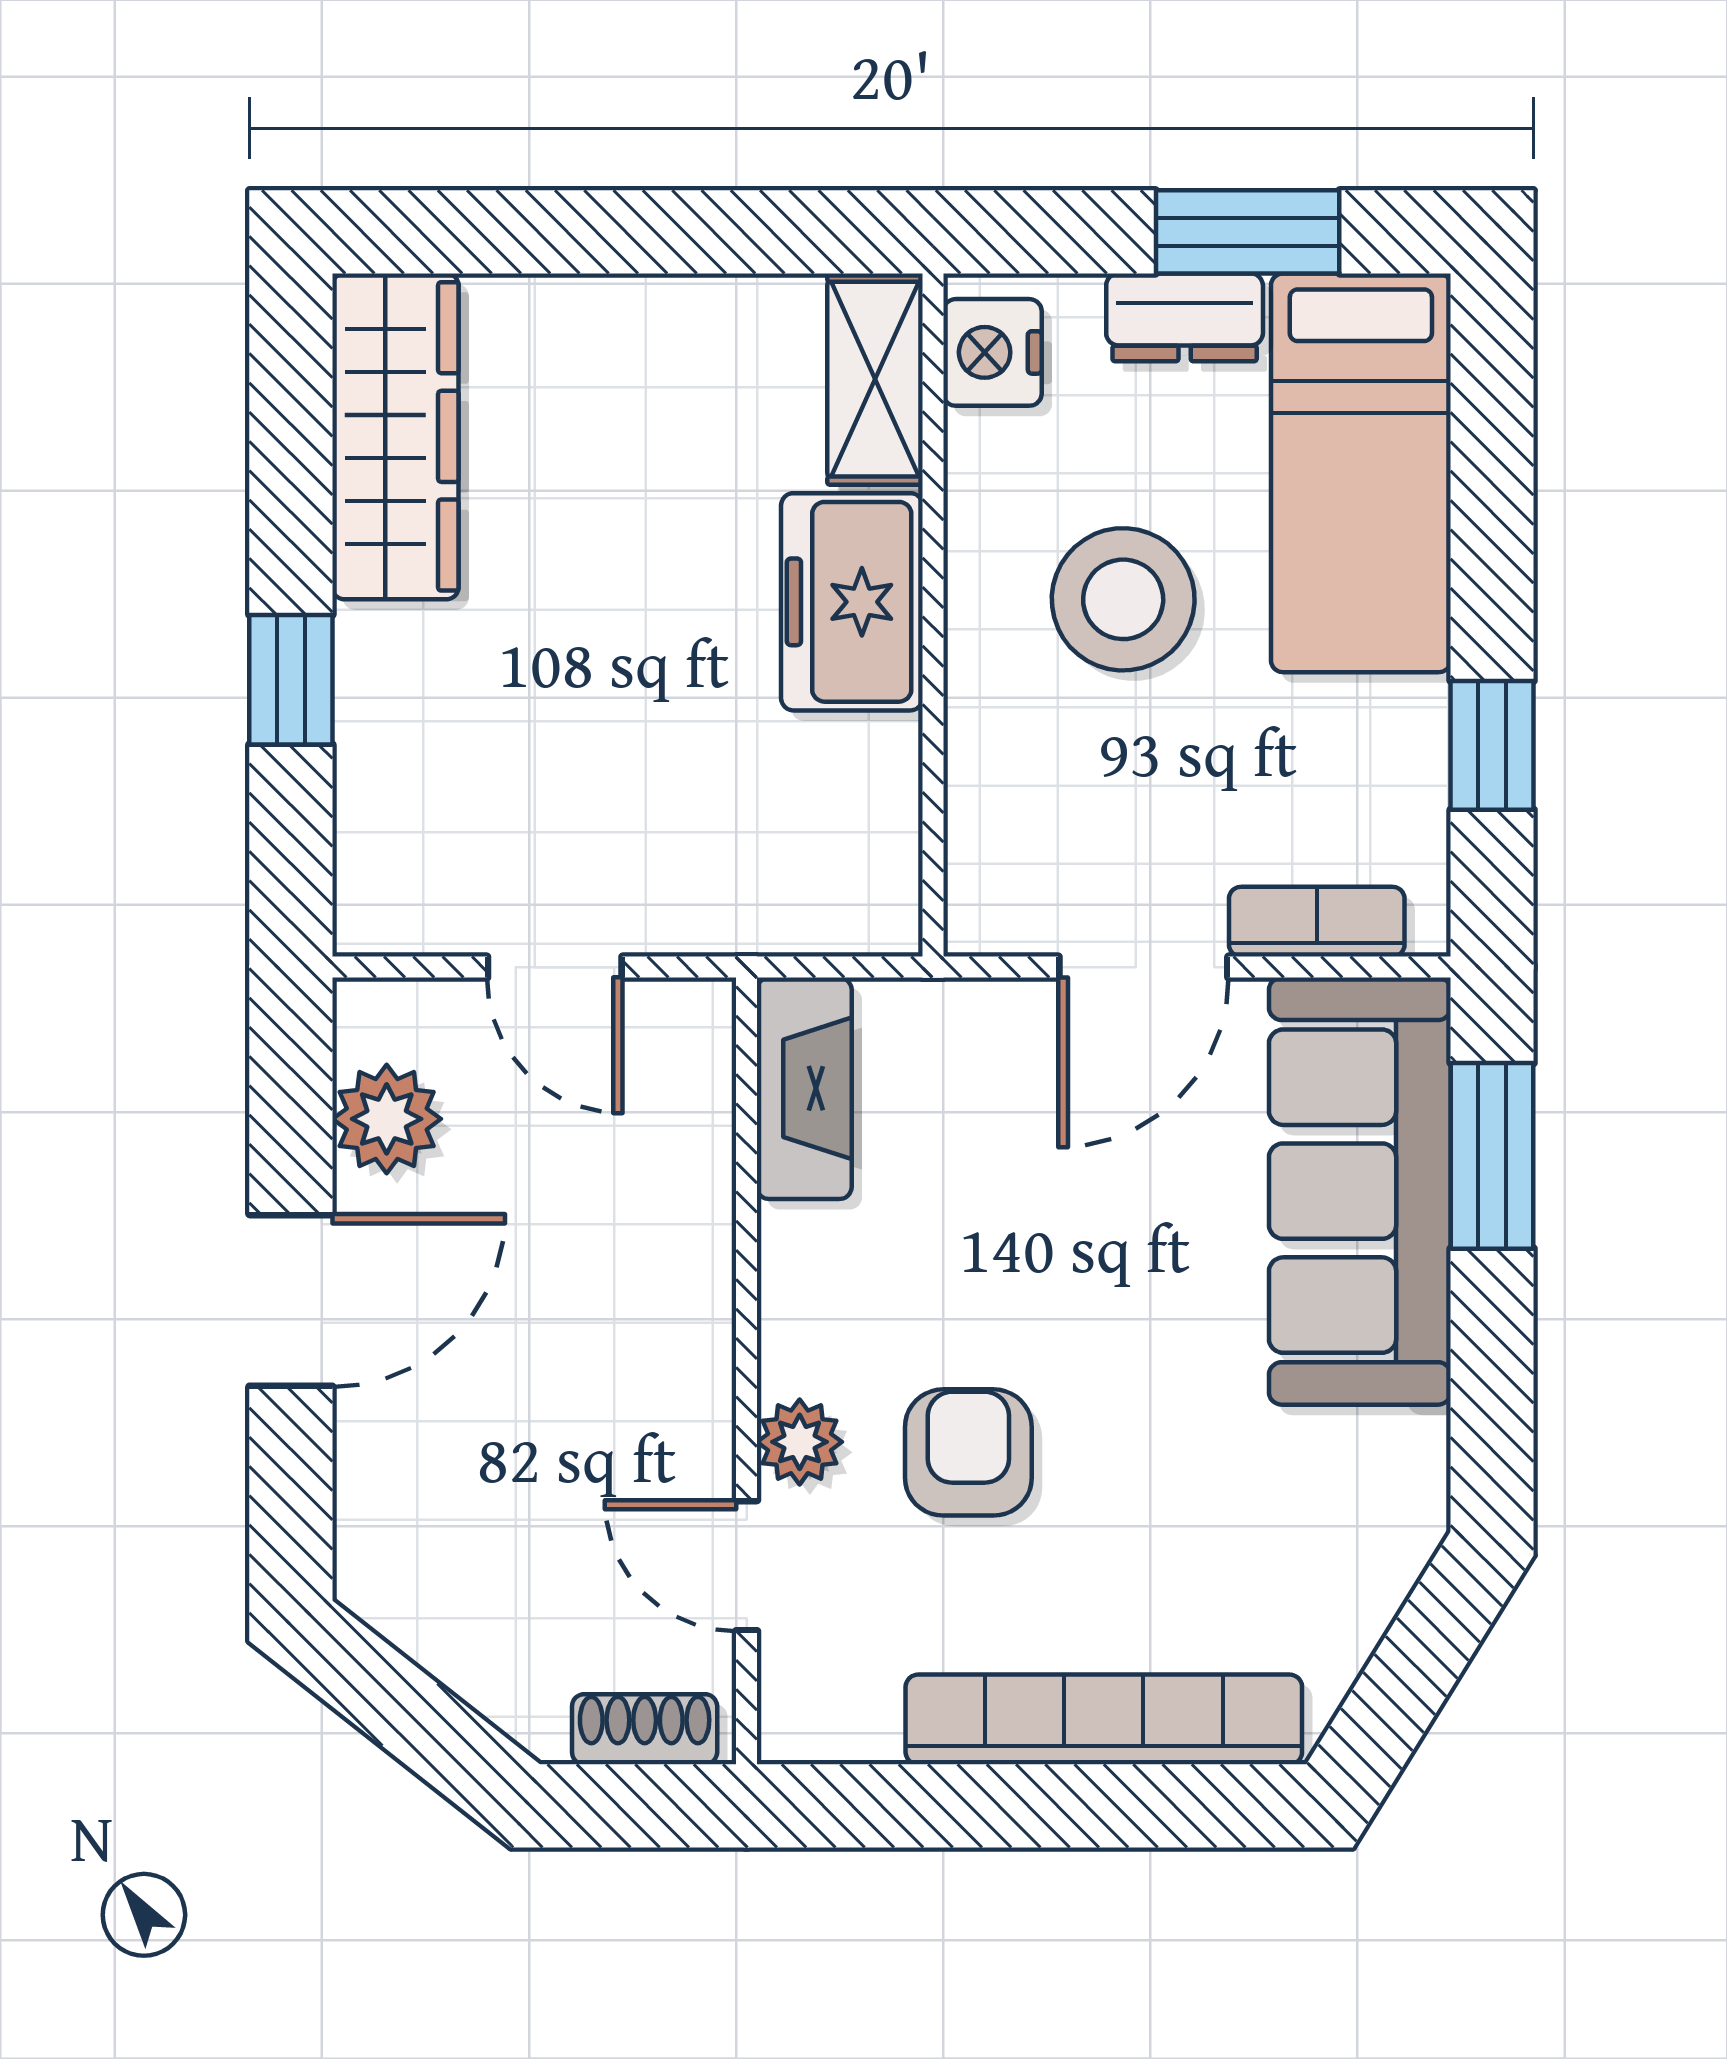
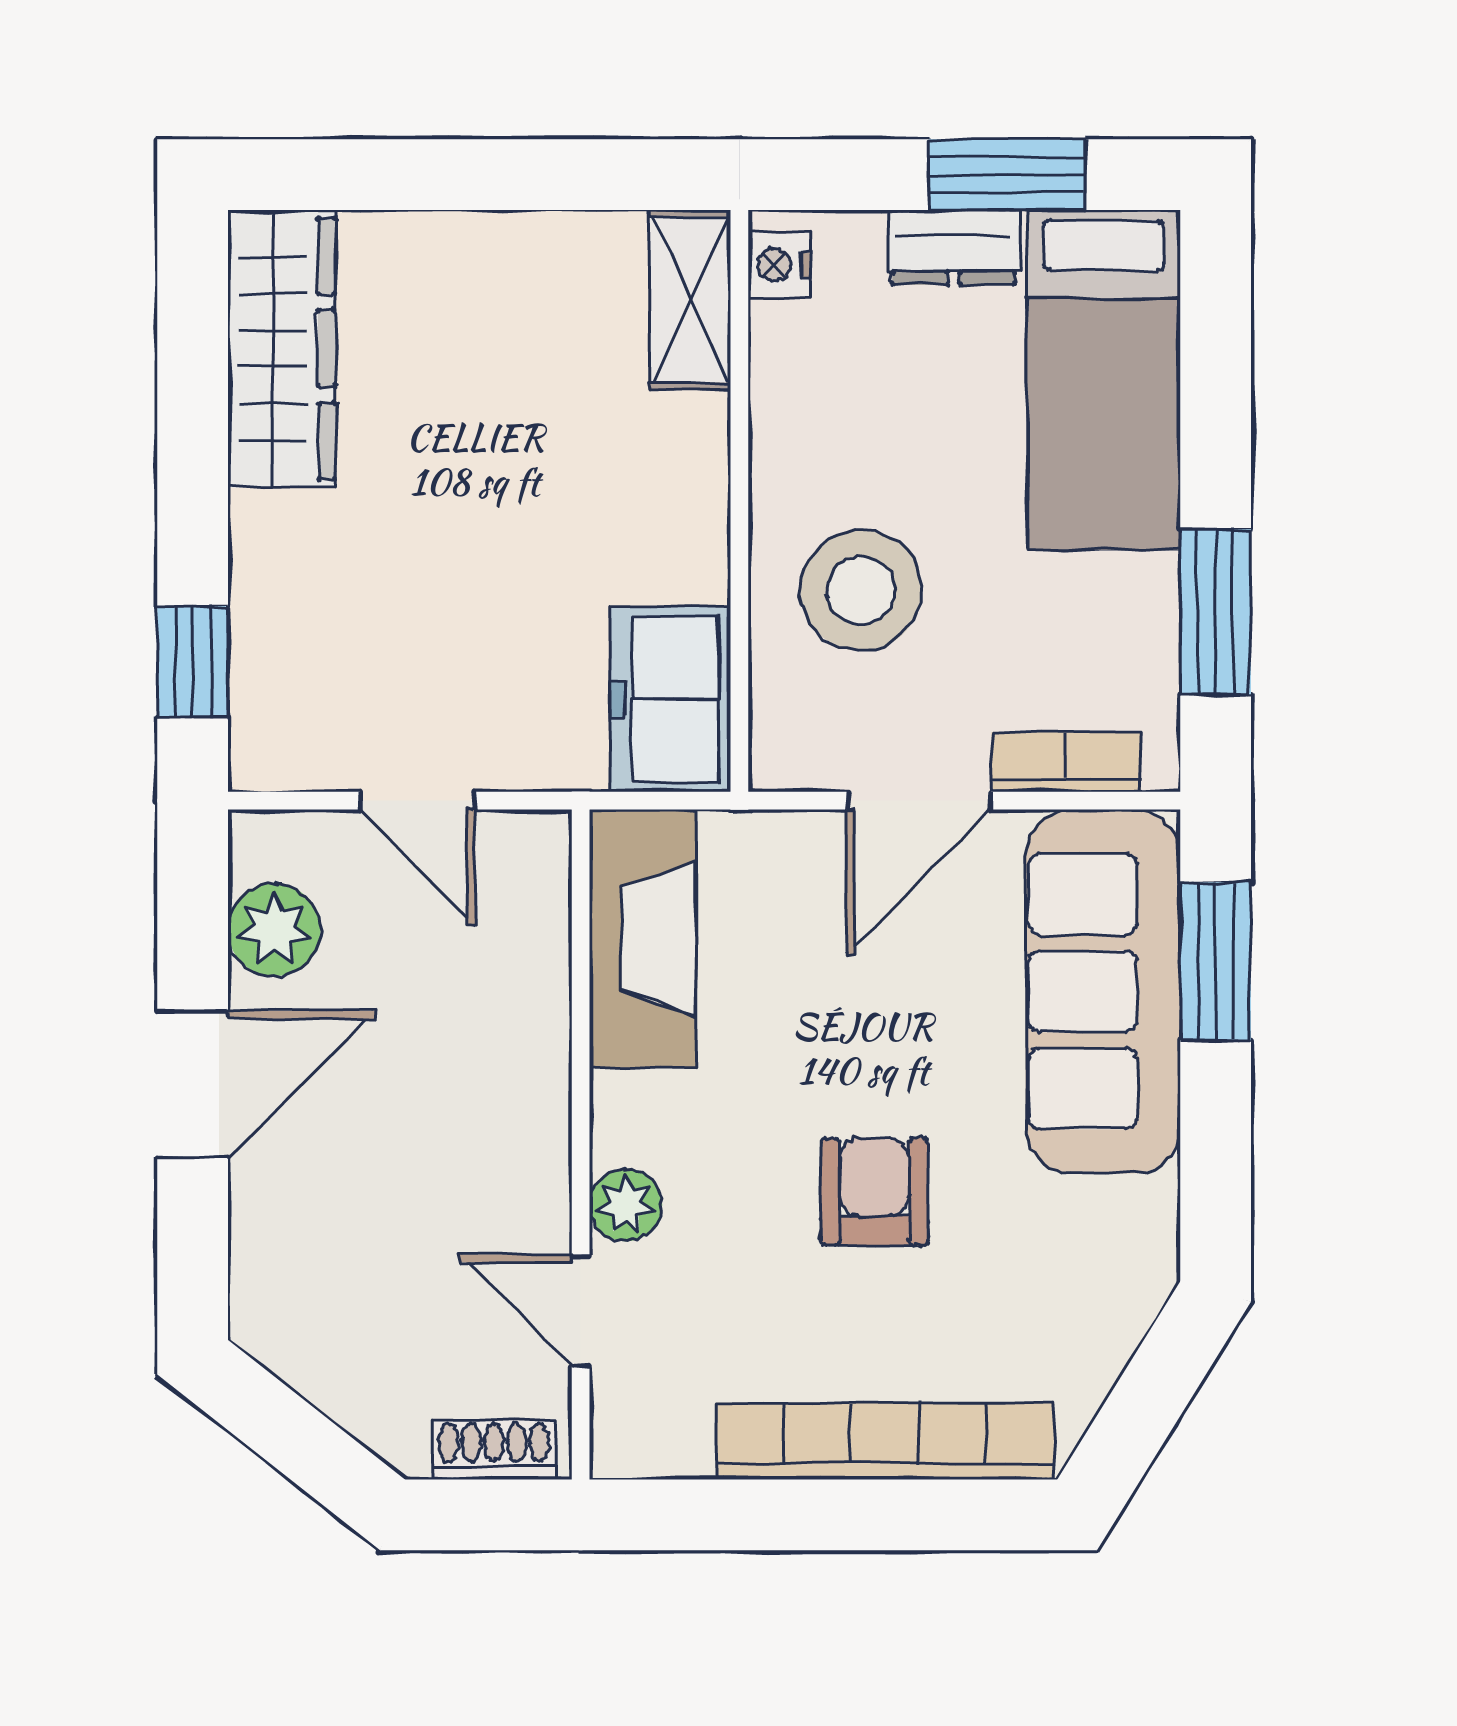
nightstand: (992, 352) -> (779, 264), width x0.72, depth x0.74
stool: (1123, 599) -> (861, 590), moved
freezer: (852, 602) -> (670, 699), moved
window: (291, 680) -> (193, 661), moved
window: (1492, 745) -> (1216, 612), width x1.50
fireplace: (804, 1088) -> (643, 939), width x1.37, depth x1.32
armchair: (968, 1452) -> (875, 1192), moved

